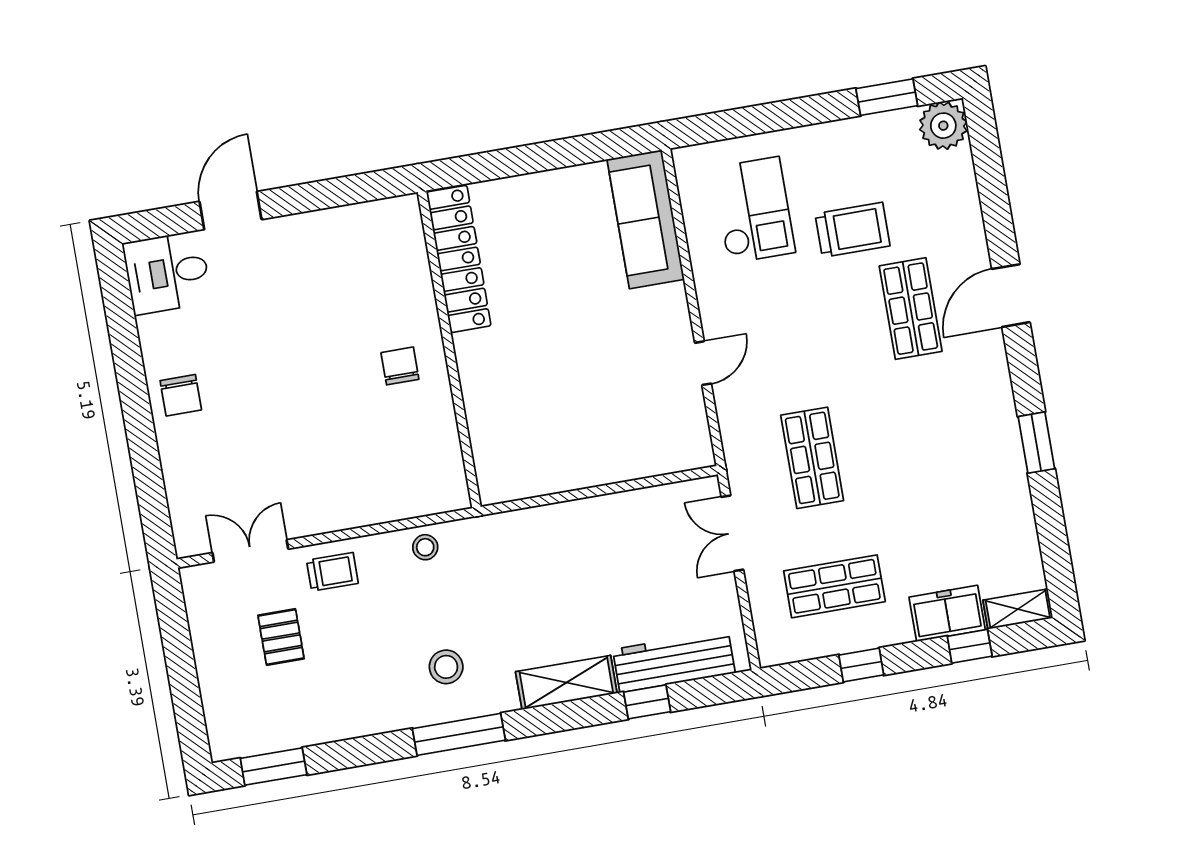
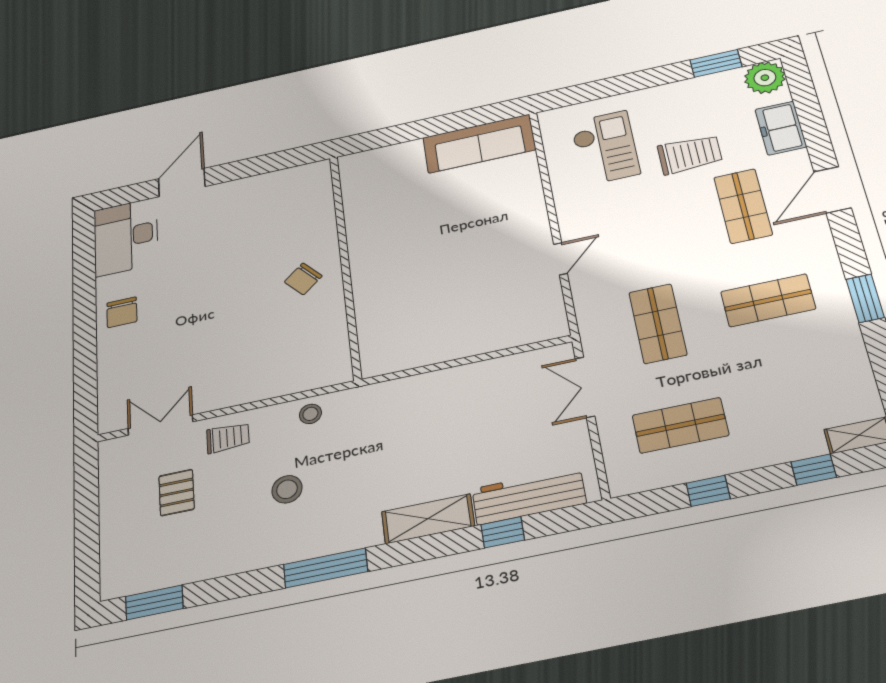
sofa: (646, 219) -> (479, 144), moved, turned -90
locker: (459, 259) -> (359, 201), removed
desk: (167, 273) -> (126, 237), width x1.37
chair: (400, 366) -> (303, 279), turned -131
shop shelf: (933, 437) -> (768, 300), added
freezer: (947, 613) -> (781, 128), moved, turned -90
stool: (446, 667) -> (287, 489), moved

